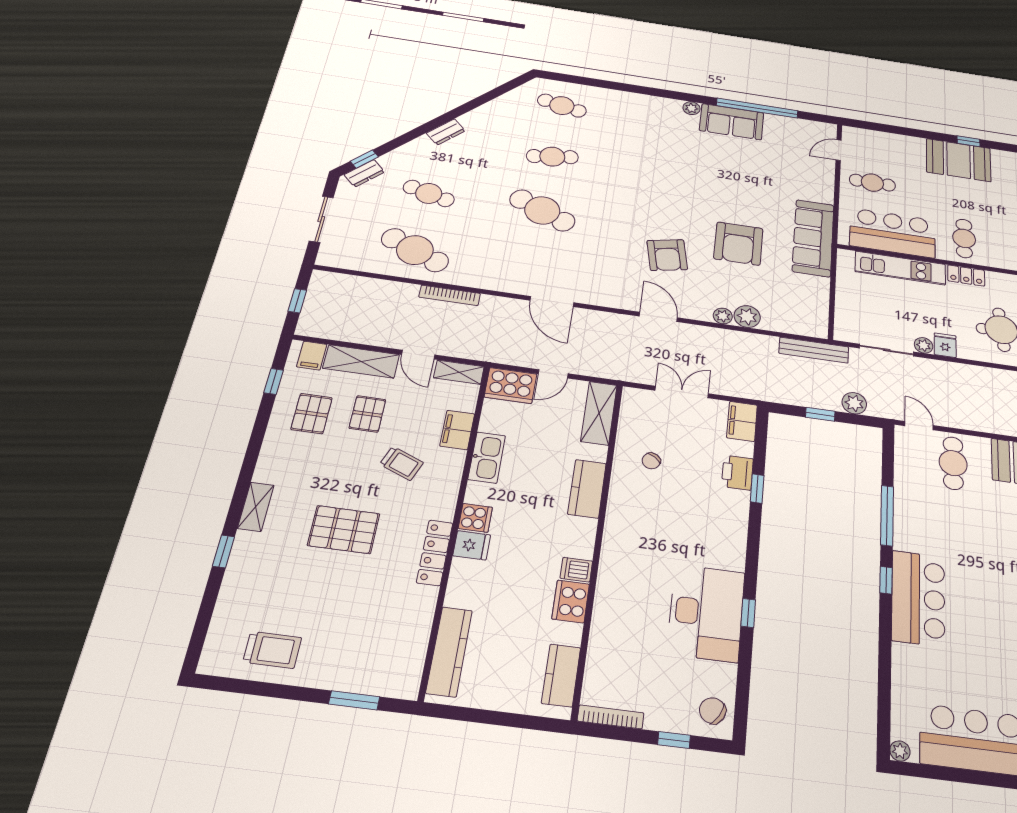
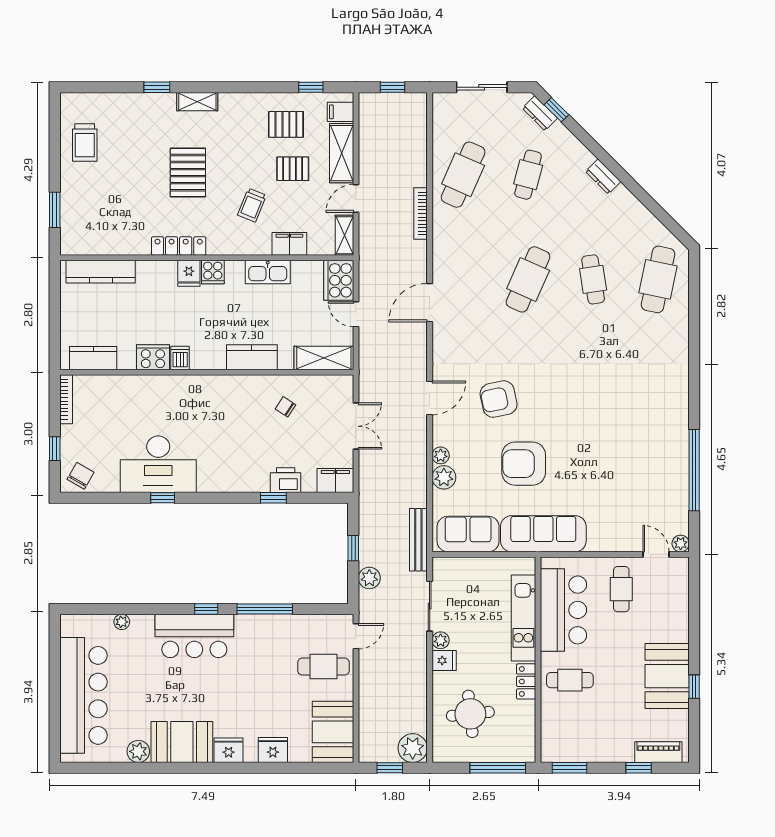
cafe table: (562, 106) -> (658, 279), width x1.37, depth x1.35
plant: (691, 108) -> (681, 543), moved
sofa: (732, 122) -> (468, 534), moved, turned 90
plant: (900, 751) -> (122, 622), moved

